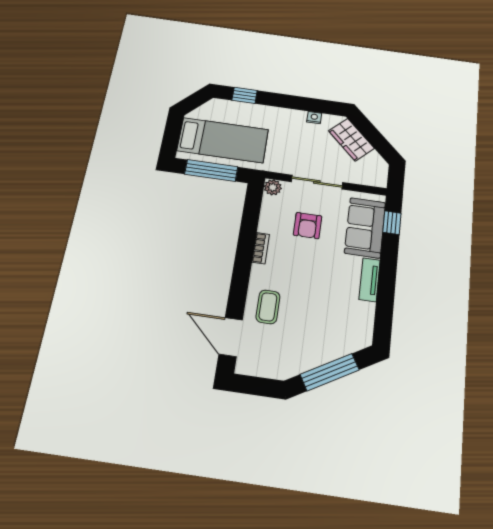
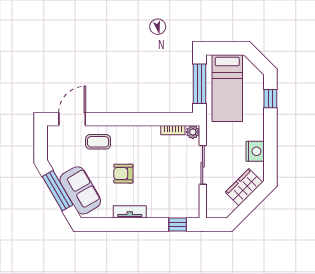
nightstand: (314, 118) -> (255, 151), width x1.89, depth x1.79
armchair: (308, 226) -> (123, 174), moved
sofa: (365, 228) -> (80, 190), moved, turned 60
bookcase: (261, 248) -> (173, 130), moved

